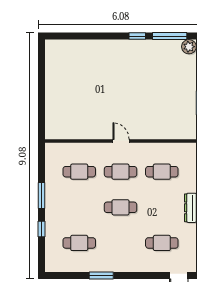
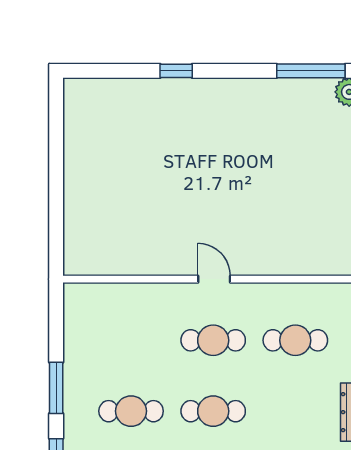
window: (137, 36) -> (176, 71), moved
cafe table: (79, 172) -> (131, 411), moved

